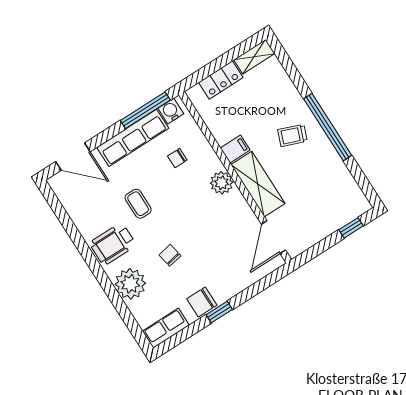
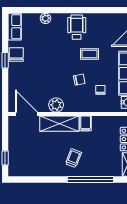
window: (328, 127) -> (90, 179), moved
plant: (222, 183) -> (56, 105), moved
chair: (170, 255) -> (79, 80), moved
plant: (130, 284) -> (45, 18), width x0.53, depth x0.53

